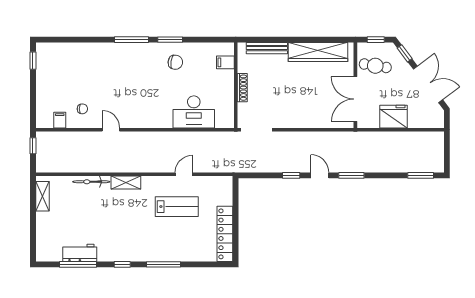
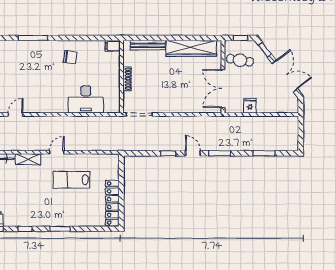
window: (170, 40) -> (66, 38), removed
filing cabinet: (225, 62) -> (113, 46), moved
fridge: (394, 117) -> (250, 106), width x0.53, depth x0.75
door: (111, 130) -> (15, 115), hinge flipped
door: (184, 174) -> (57, 152), moved
window: (421, 175) -> (264, 153), moved
lab bench: (177, 207) -> (71, 180), turned 180
window: (163, 264) -> (60, 229), width x0.69

